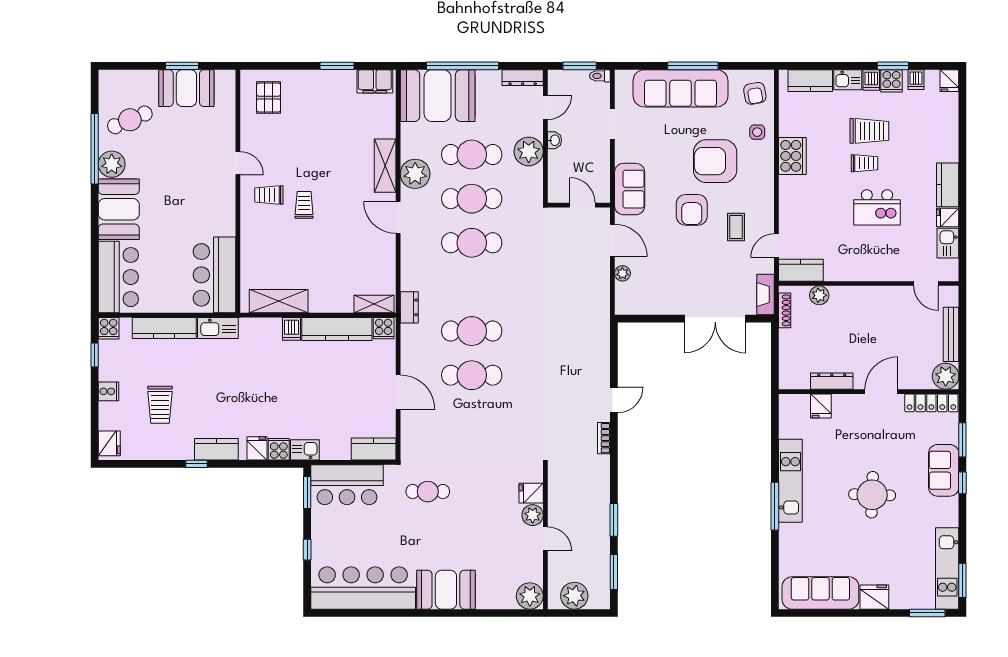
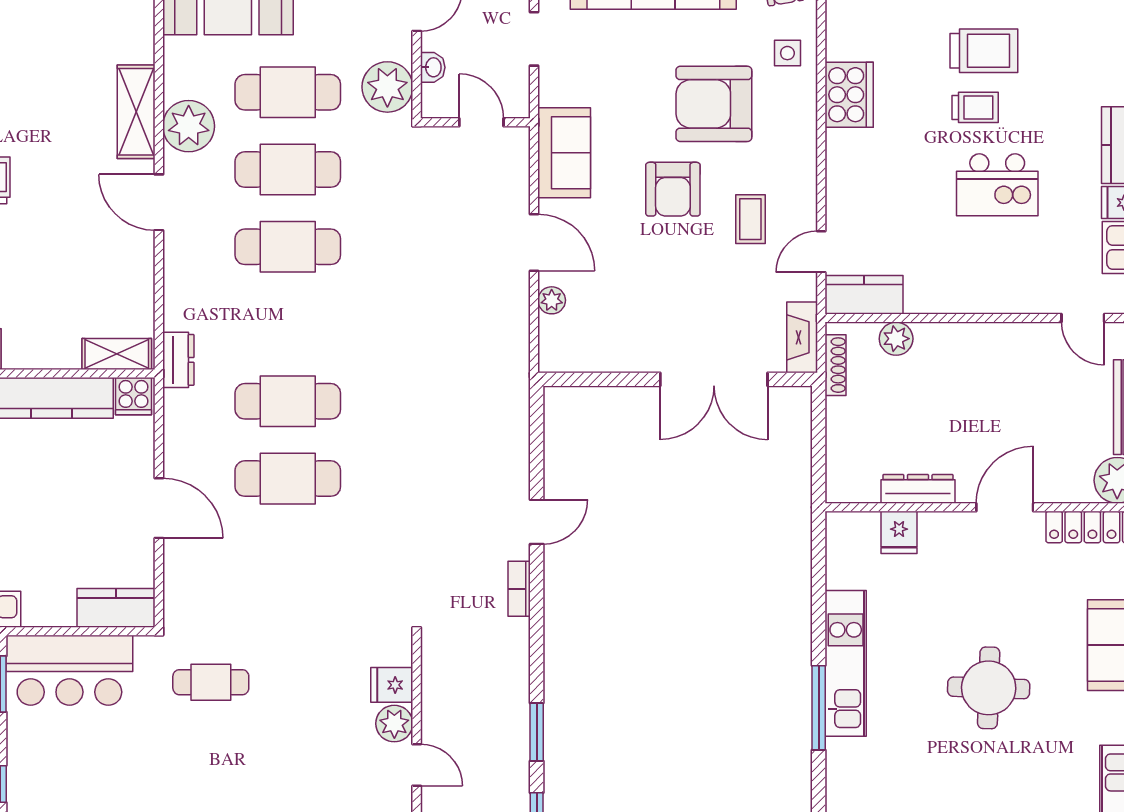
wall: (579, 205) -> (475, 122), moved
door: (582, 205) -> (481, 122), moved

